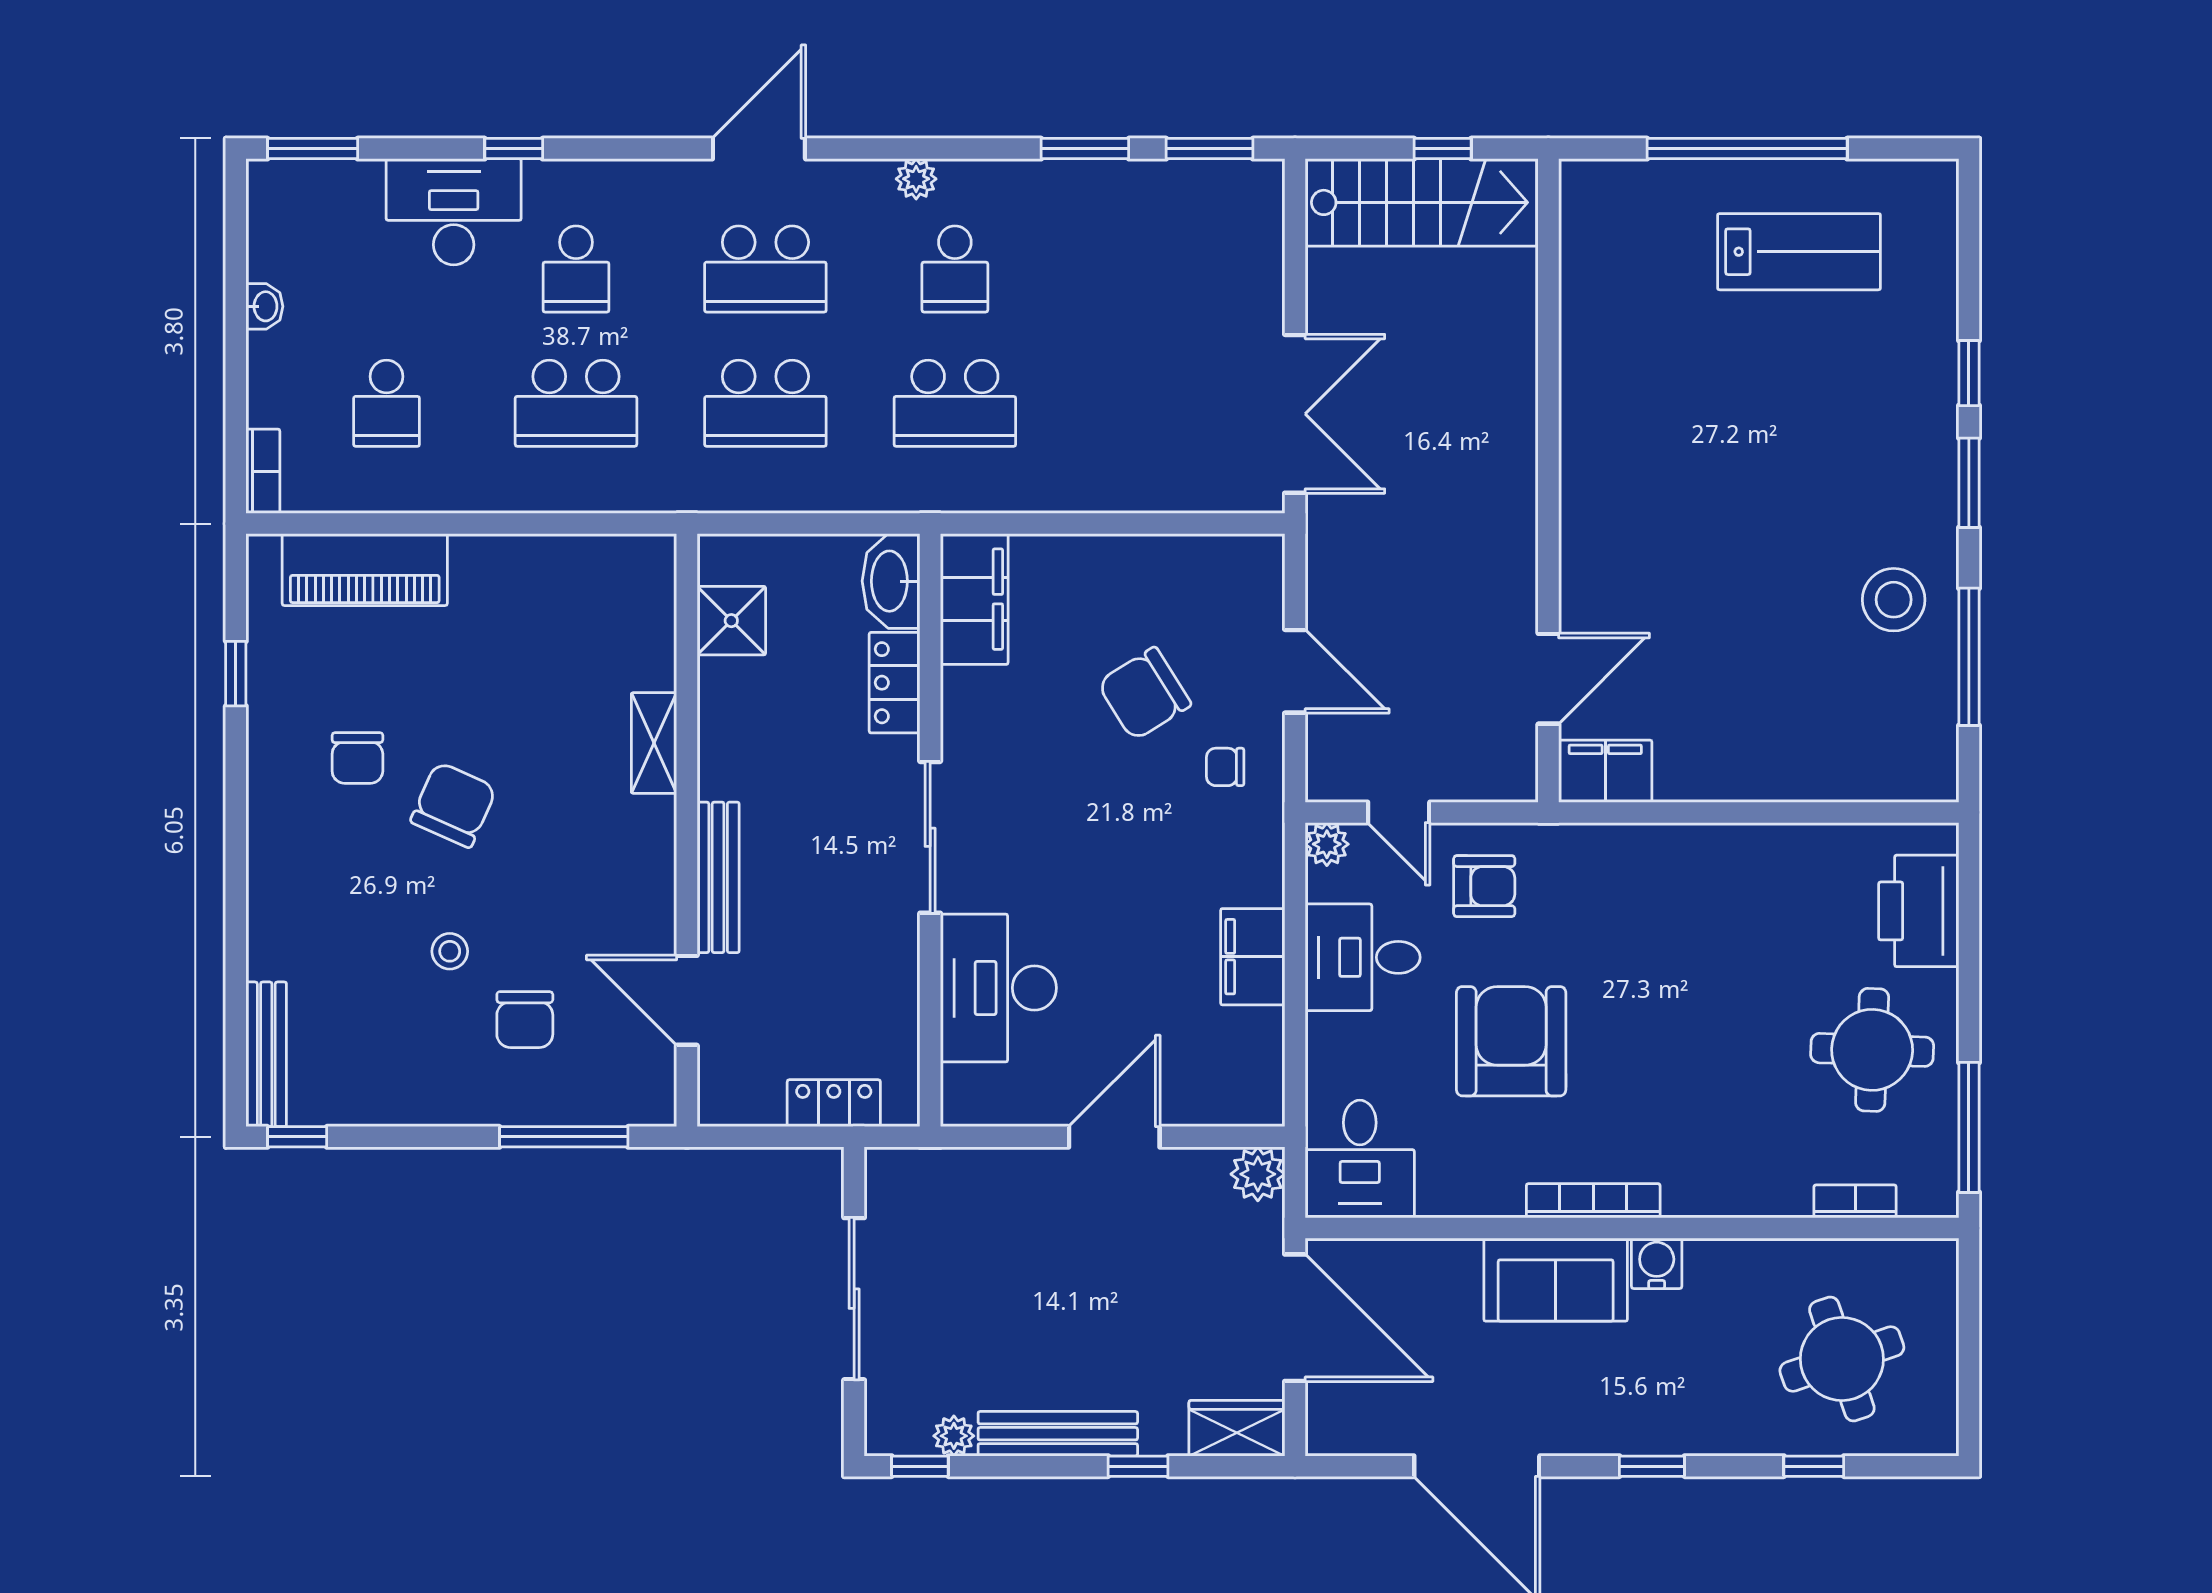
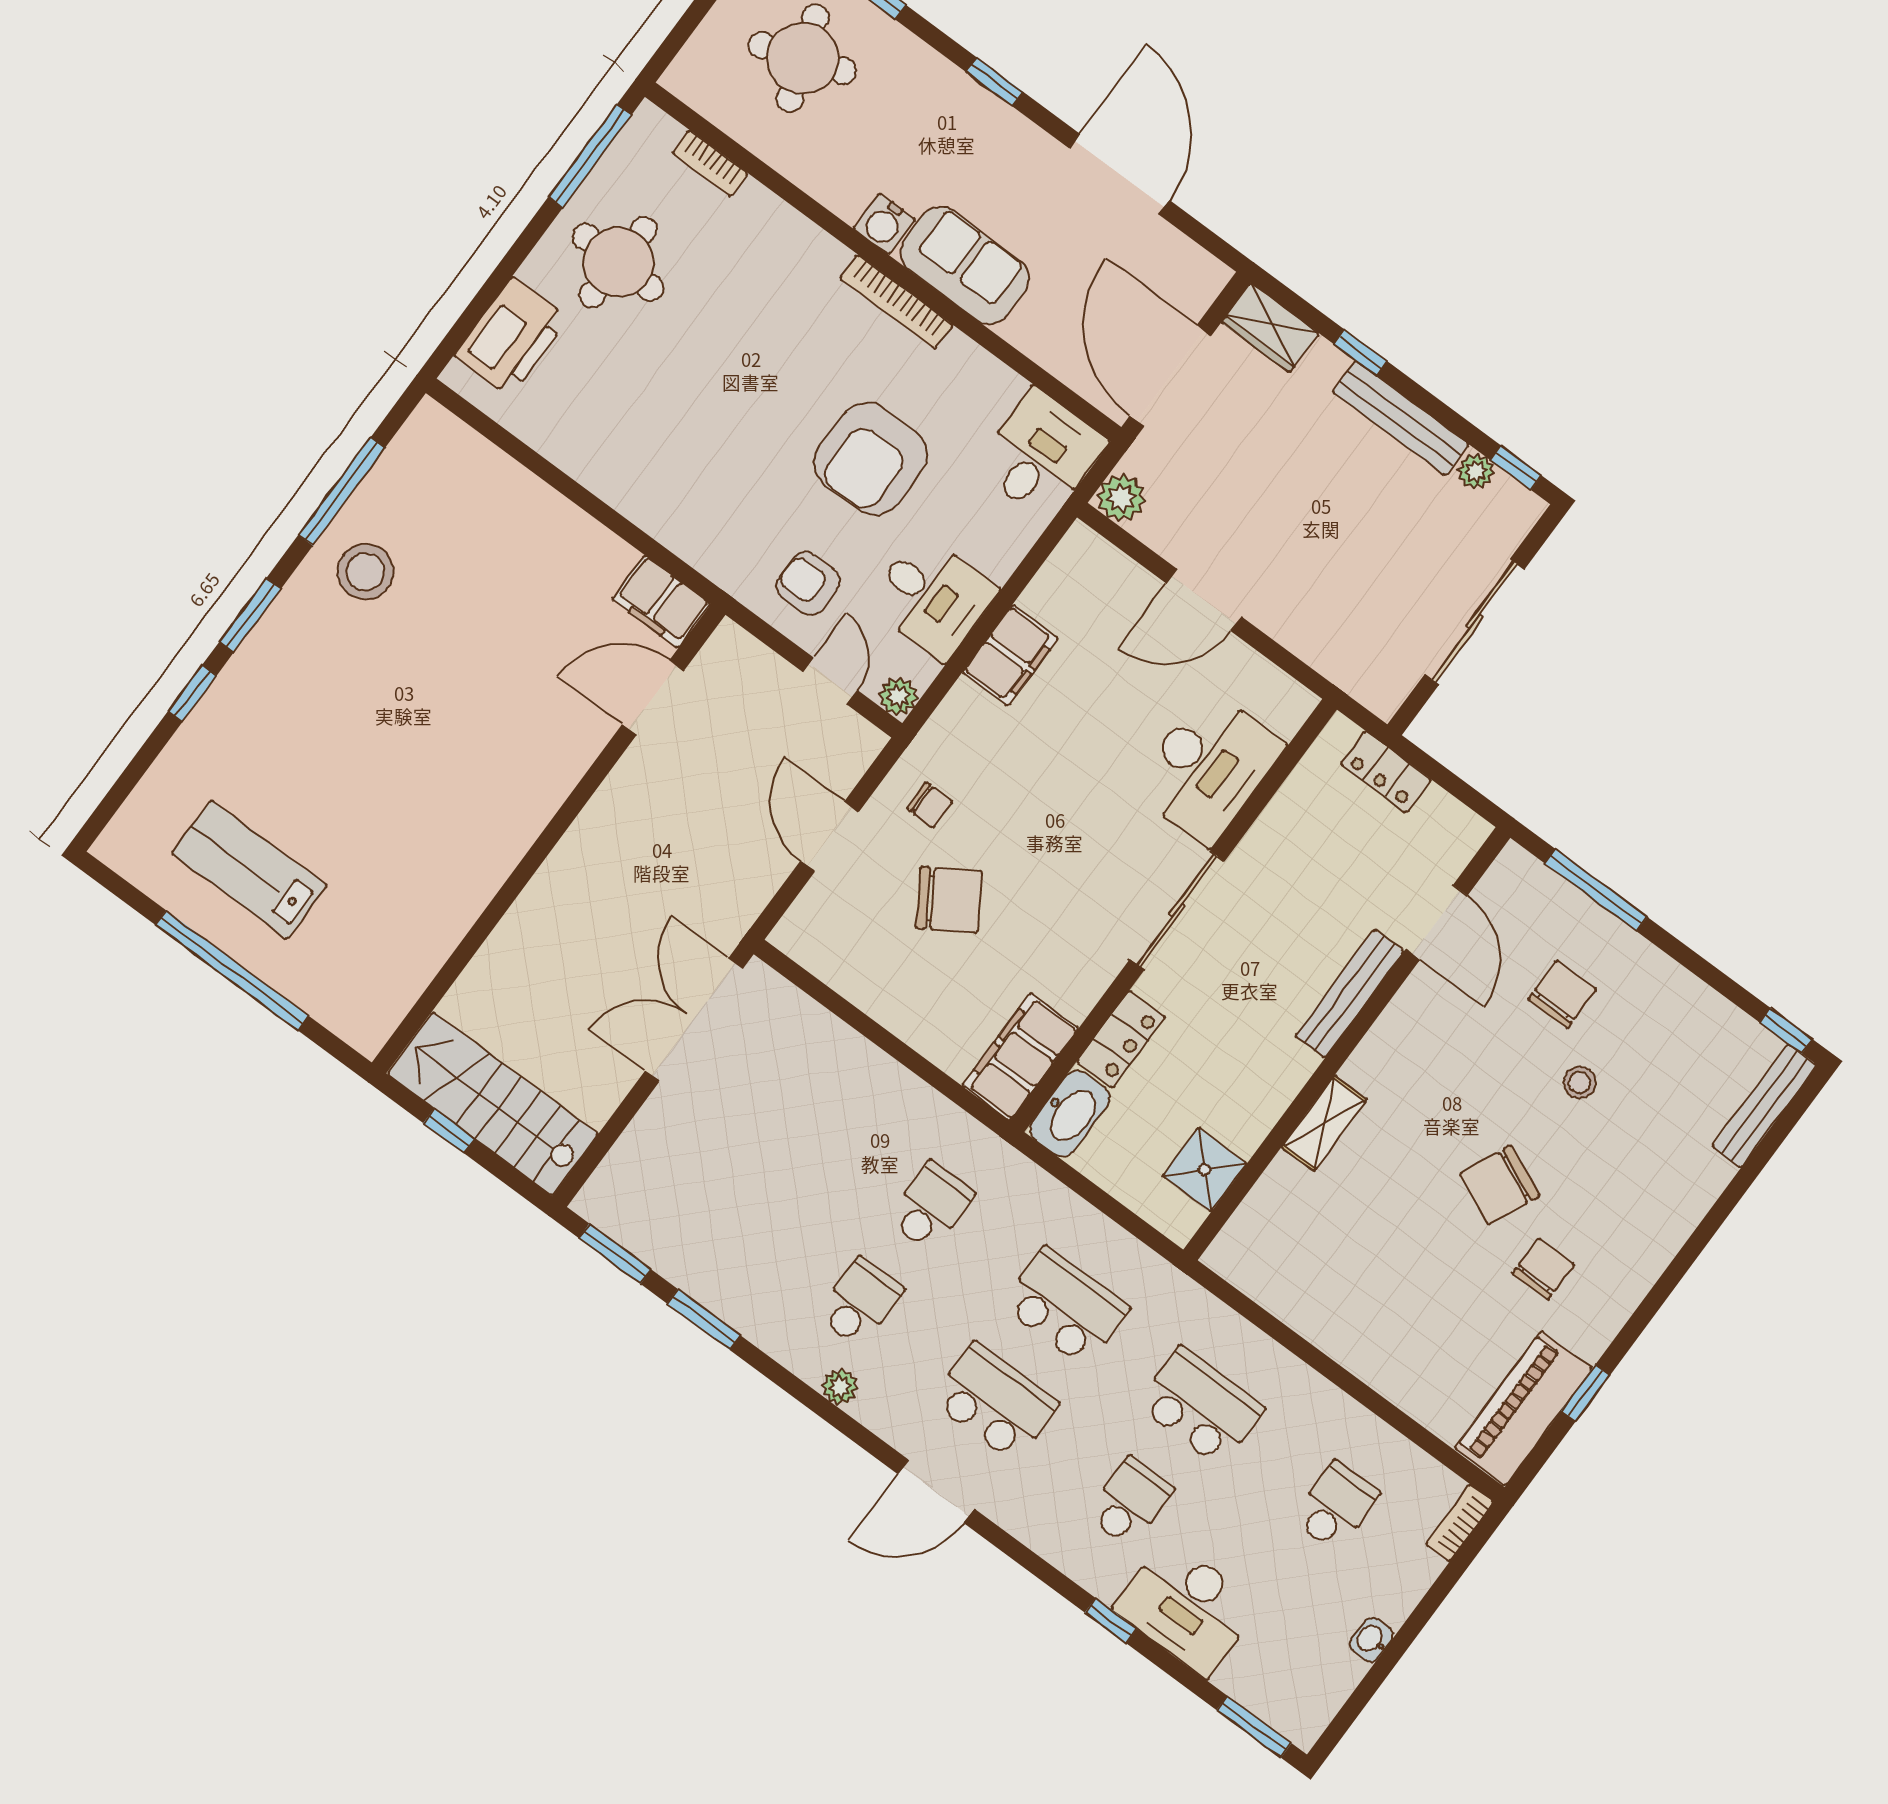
school desk: (955, 403) -> (931, 1207), width x0.54
piano: (365, 570) -> (1523, 1408), moved, turned -90

